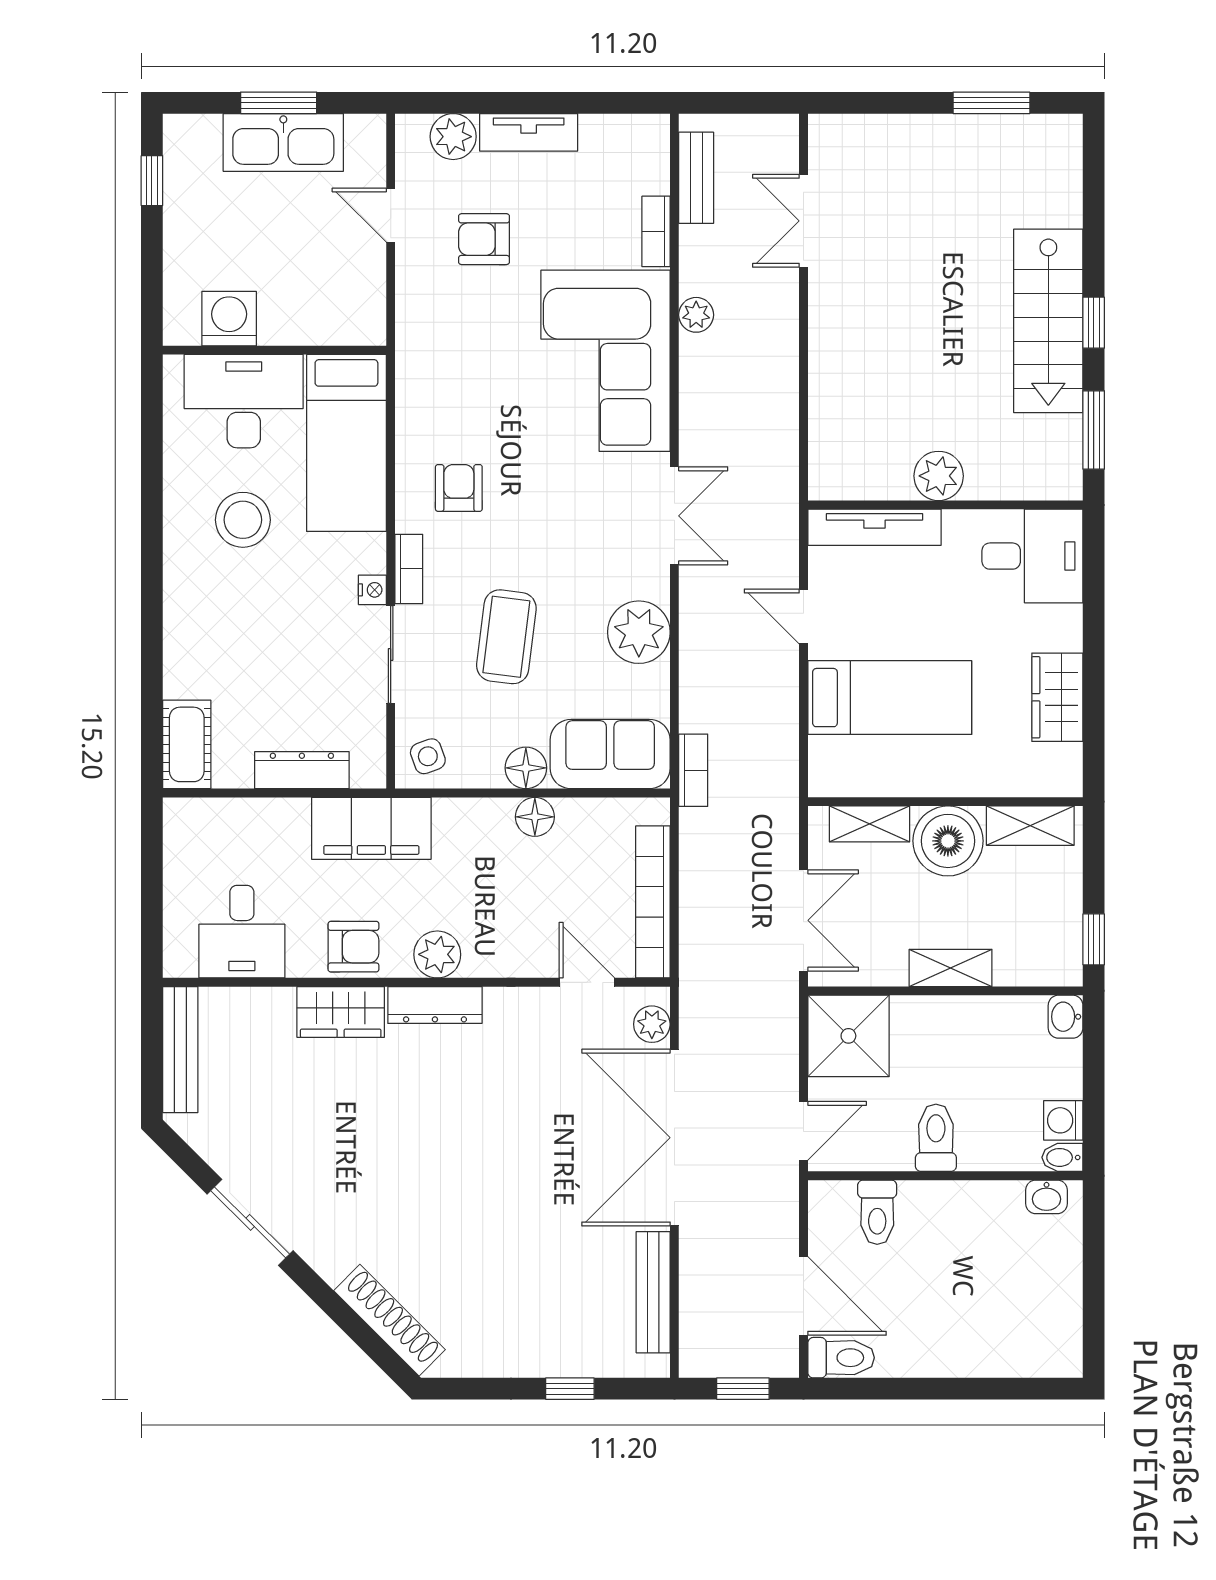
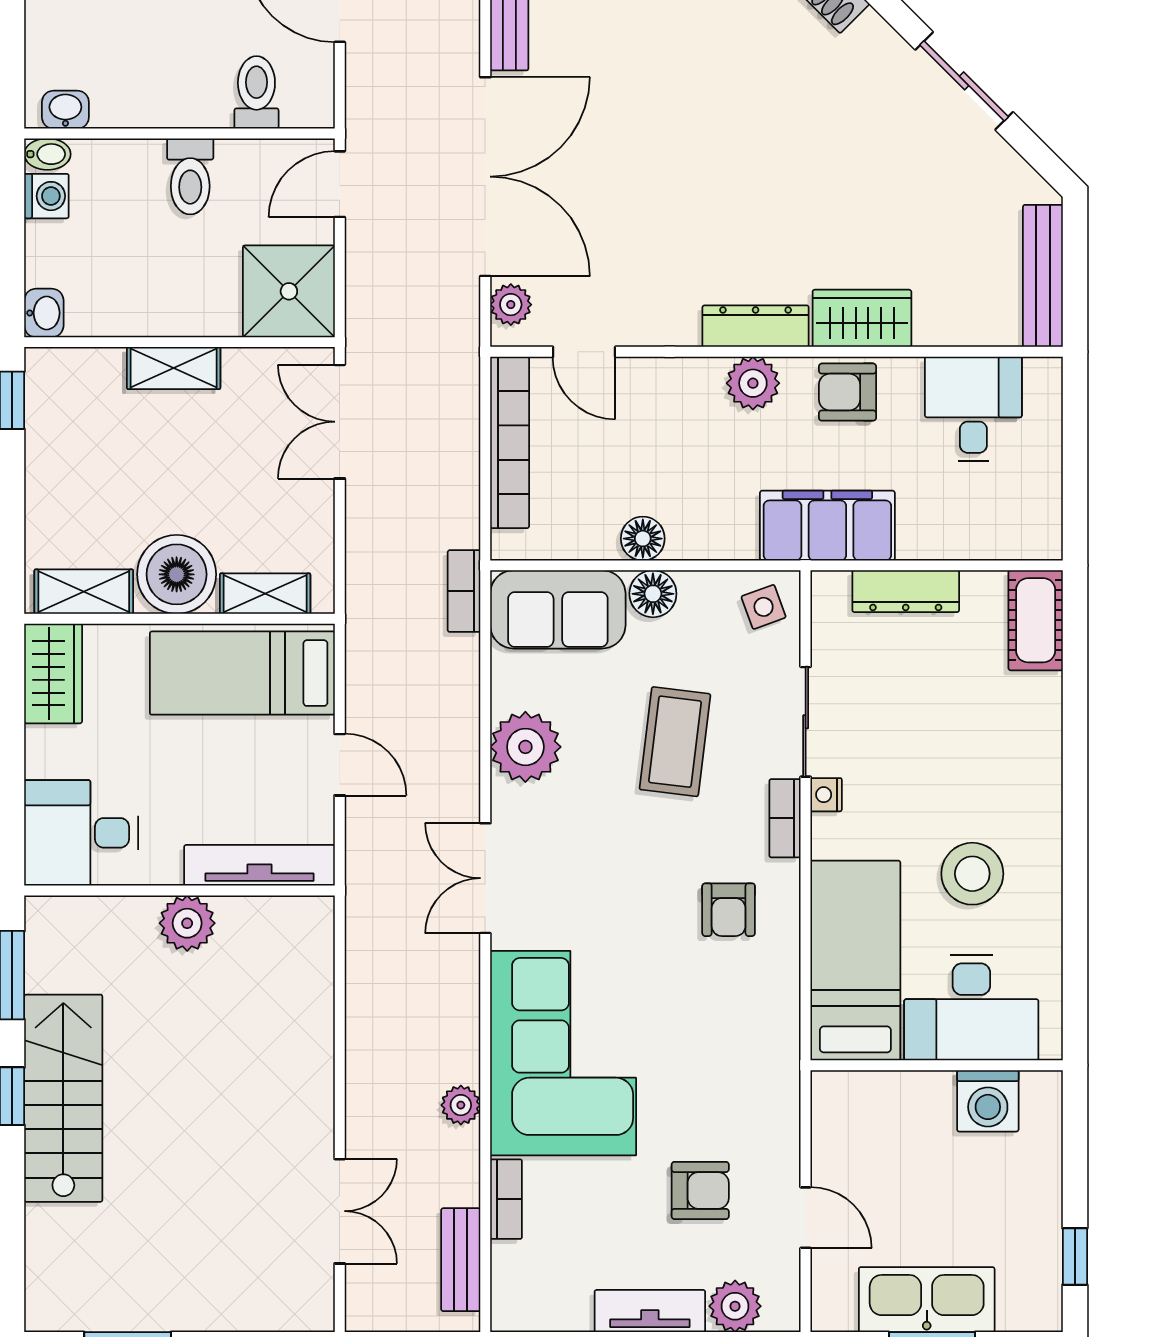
wall: (945, 802) -> (180, 619), moved
shelving: (870, 824) -> (265, 594), moved
shelving: (1030, 826) -> (84, 592), moved
boiler: (948, 841) -> (177, 574), moved

